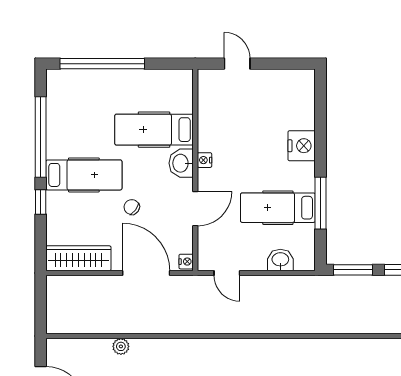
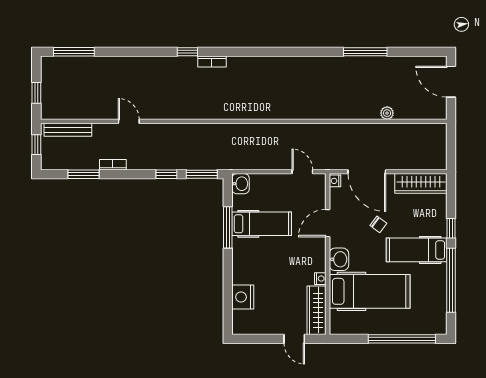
wardrobe: (209, 99) -> (317, 310), added
hospital bed: (154, 130) -> (370, 291), width x1.37, depth x1.29
nightstand: (302, 146) -> (243, 297), moved
nightstand: (205, 160) -> (320, 279), moved
washbasin: (280, 260) -> (241, 184), moved, turned -90

